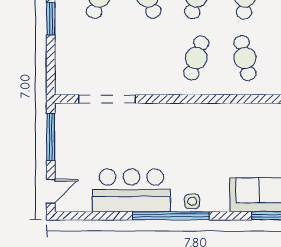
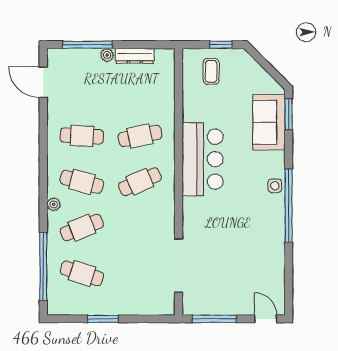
cafe table: (196, 58) -> (140, 182), turned -42
bar counter: (131, 190) -> (203, 159), moved, turned 180

